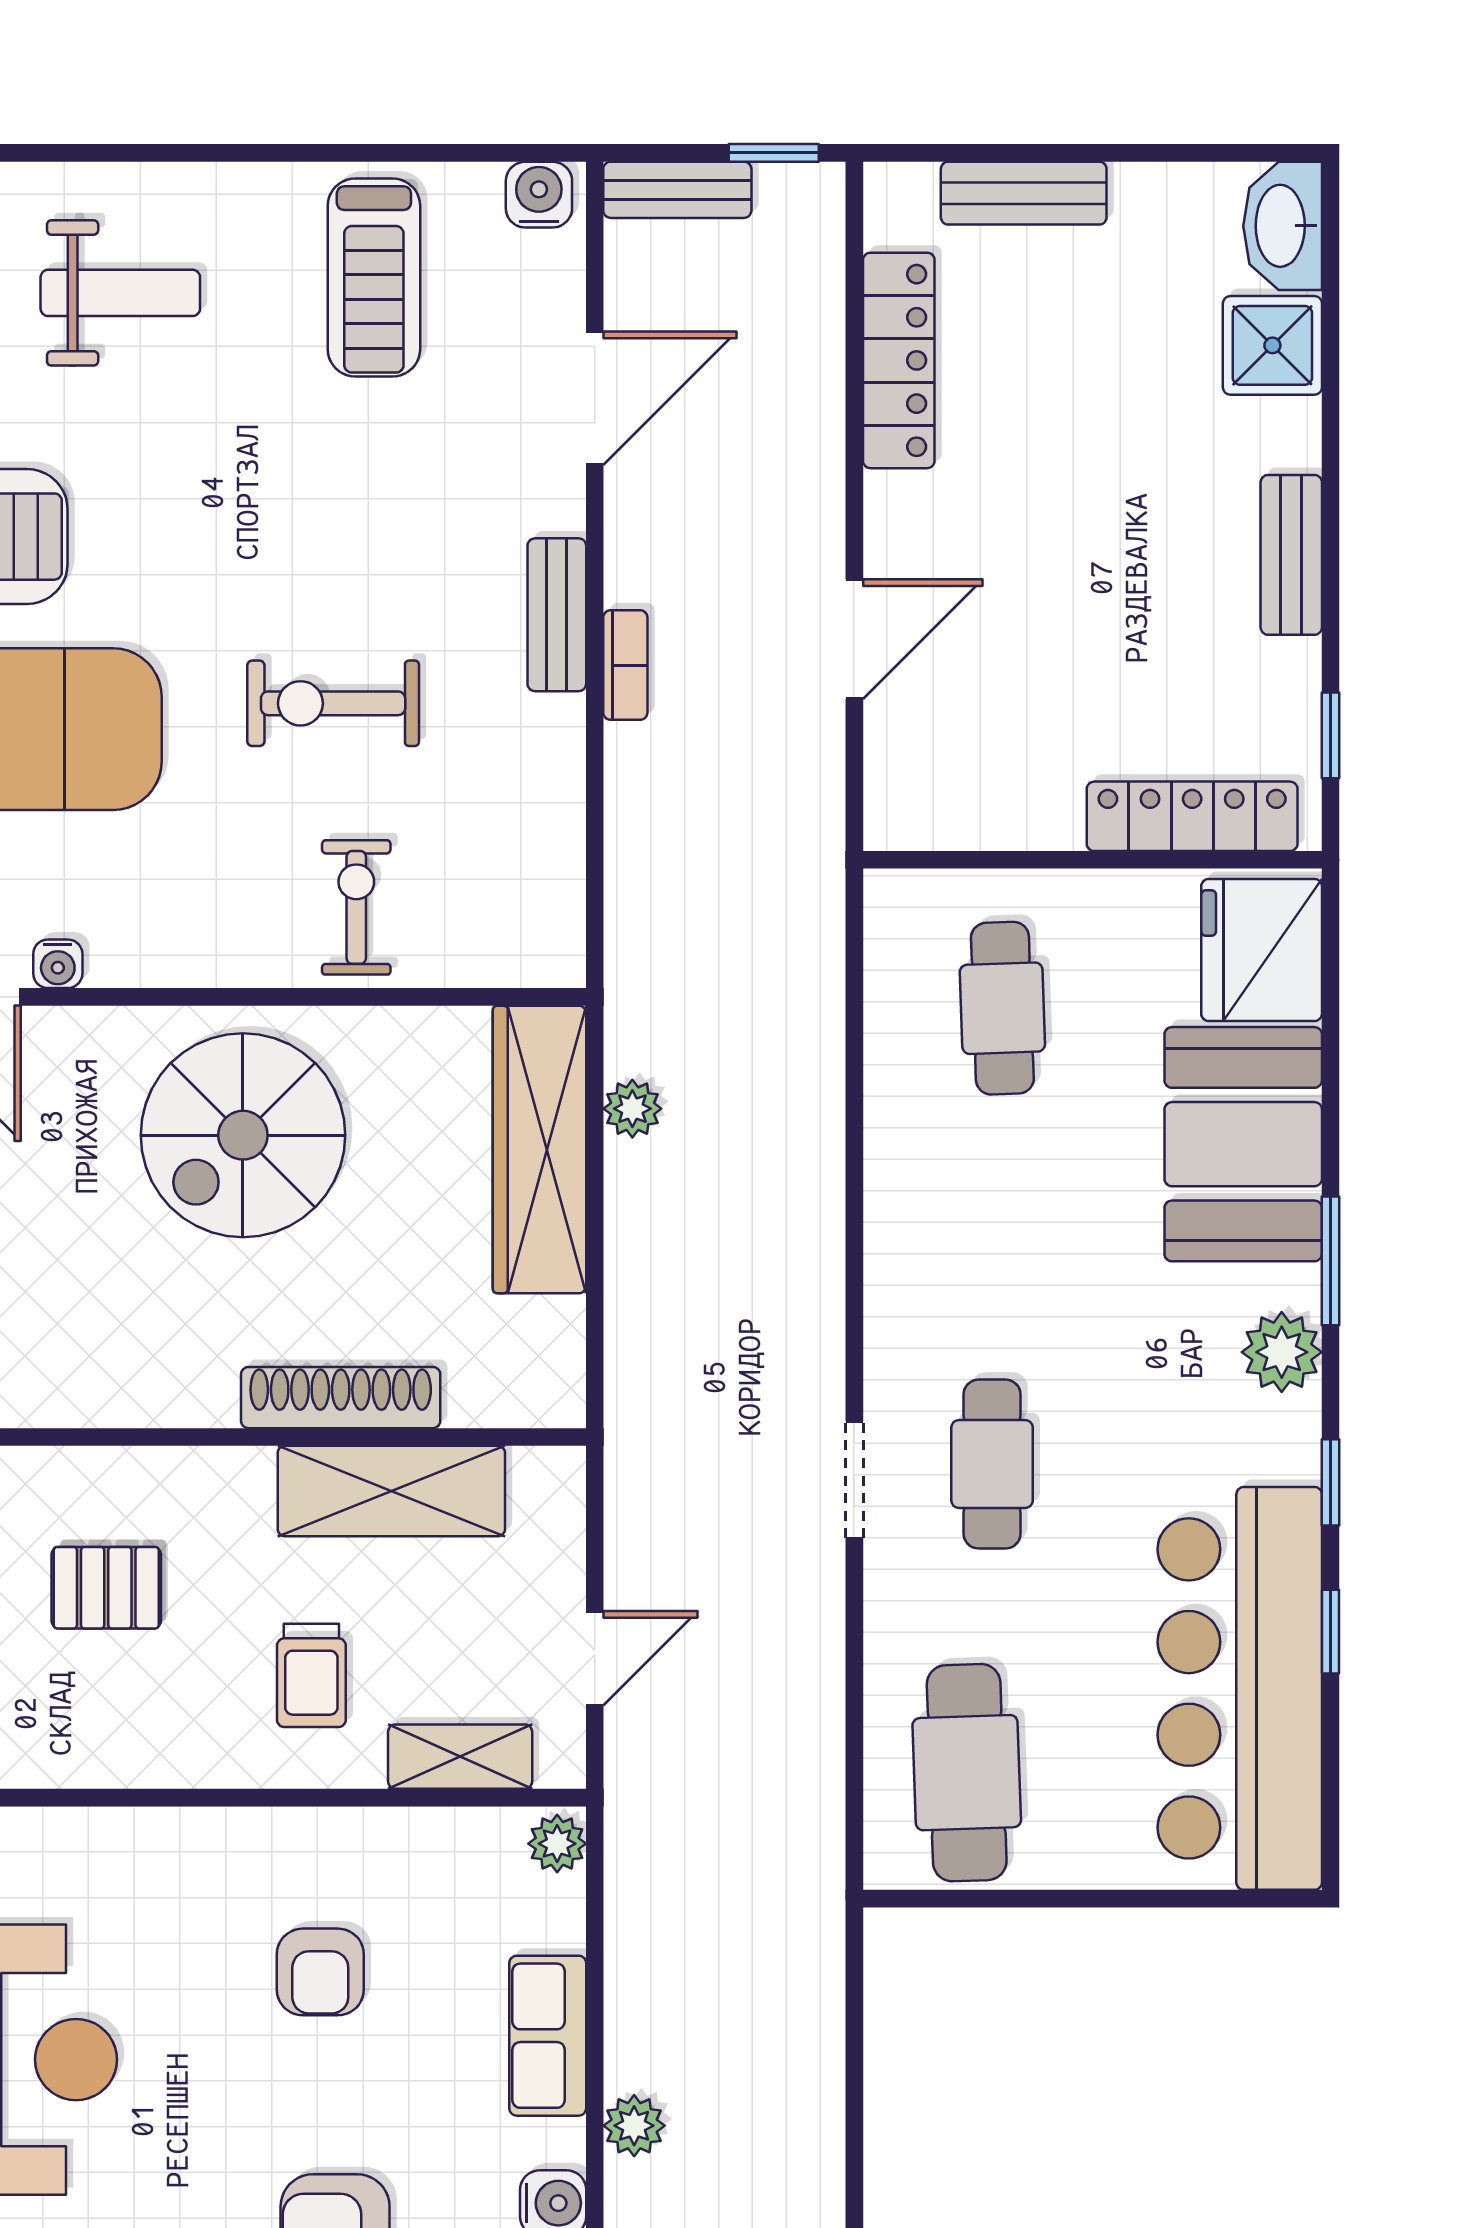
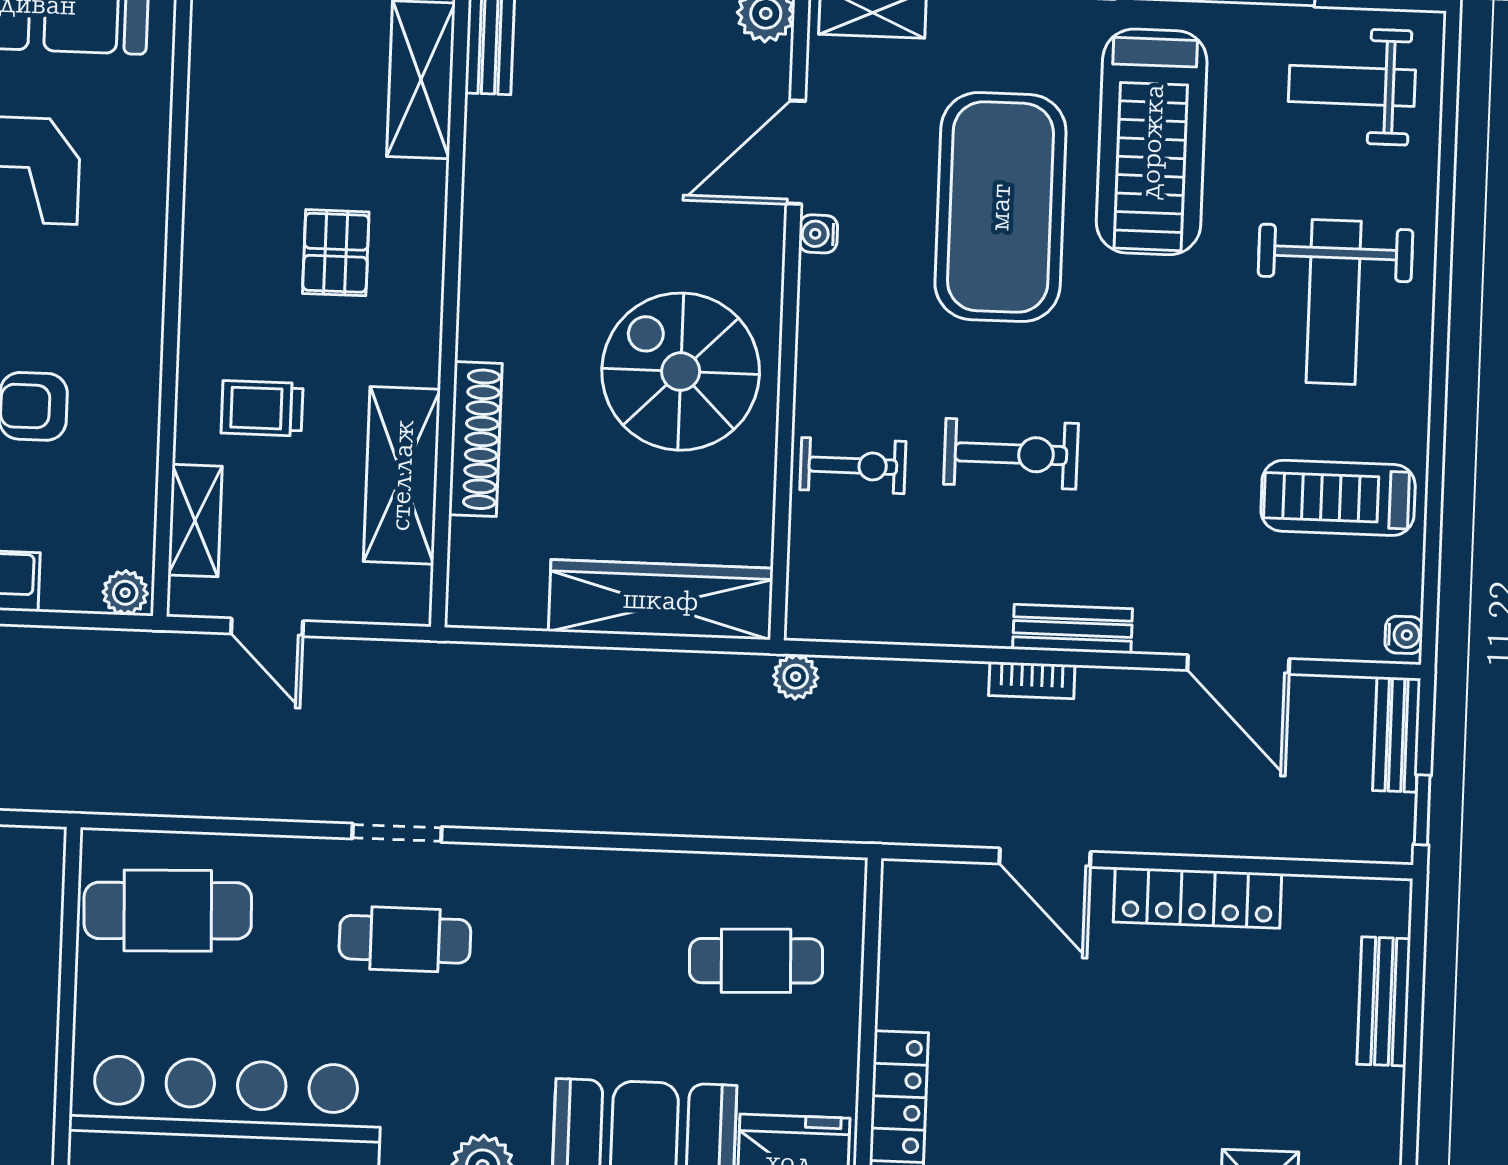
water cooler: (539, 195) -> (1404, 635), width x0.72, depth x0.72
weight bench: (120, 293) -> (1334, 302), width x1.36, depth x1.33
locker: (899, 360) -> (1198, 898), moved
exercise bike: (333, 703) -> (1011, 454), turned 90
plant: (632, 1109) -> (796, 677), moved

